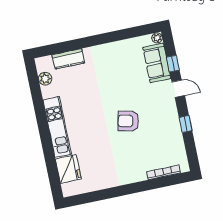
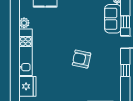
plant: (45, 79) -> (24, 23), moved

